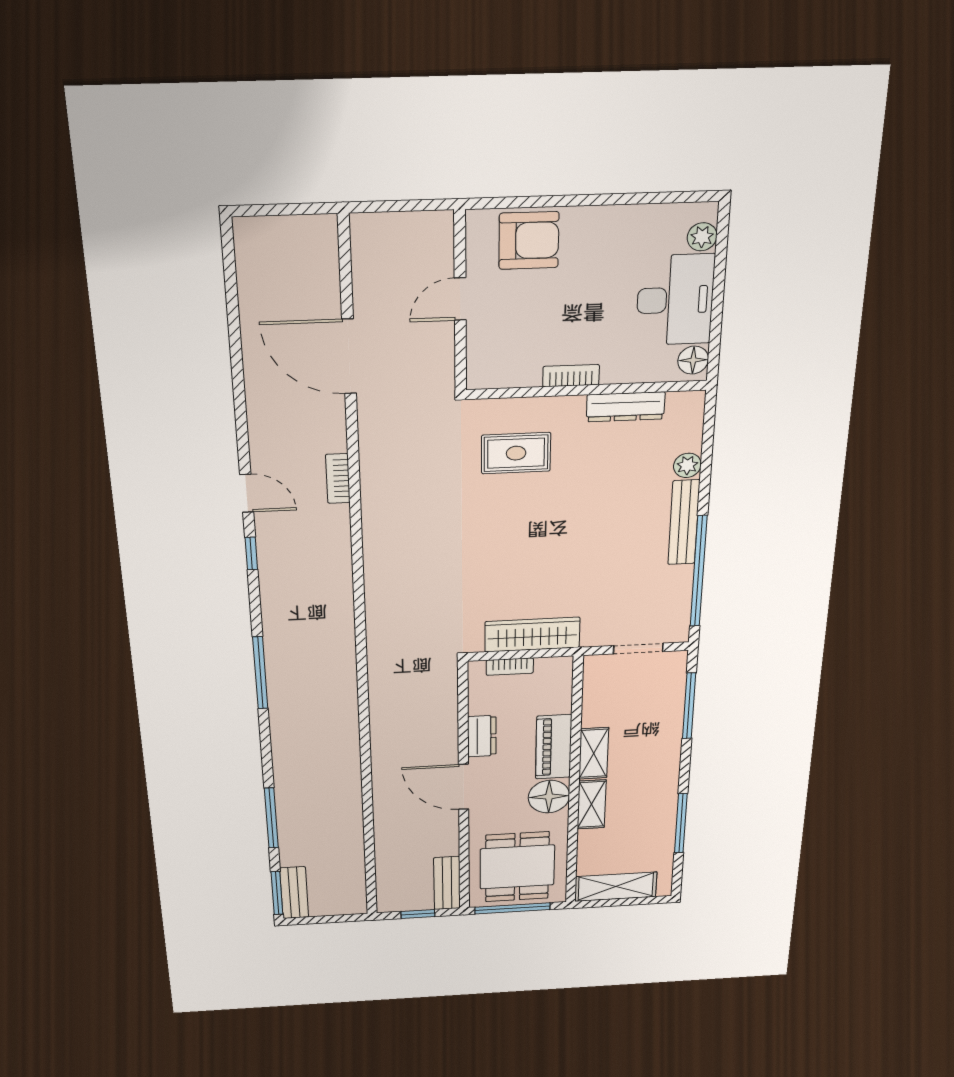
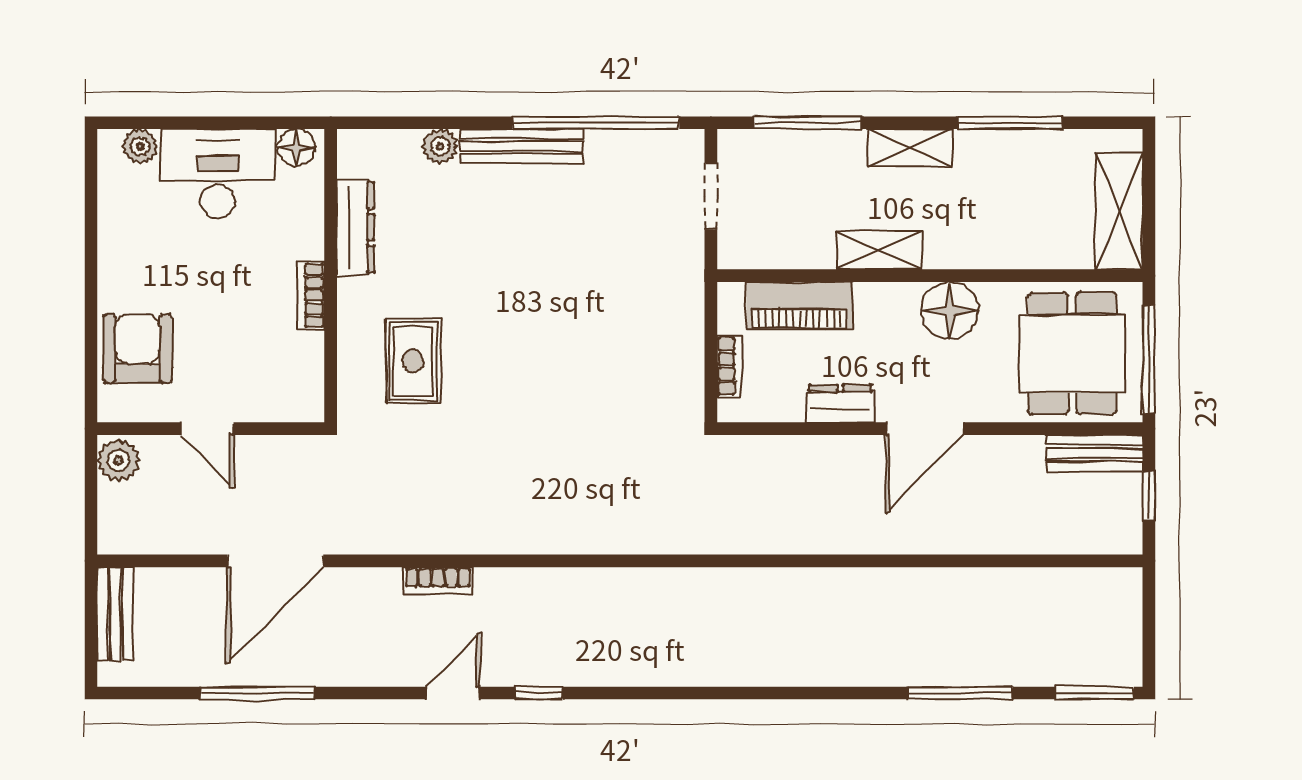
plant: (432, 228) -> (118, 460), added
wardrobe: (532, 635) -> (681, 337), removed
window: (260, 673) -> (257, 693), moved
piano: (554, 747) -> (799, 306), moved
shelving: (592, 804) -> (910, 148), moved
dining table: (517, 867) -> (1072, 353), turned 90
bench: (294, 893) -> (115, 614), moved, turned 90

